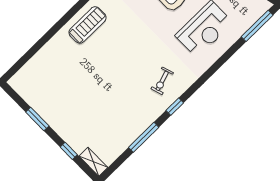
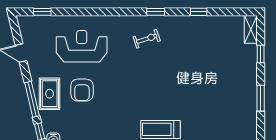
window: (257, 26) -> (42, 12), width x0.46
window: (144, 137) -> (199, 12), width x0.46

